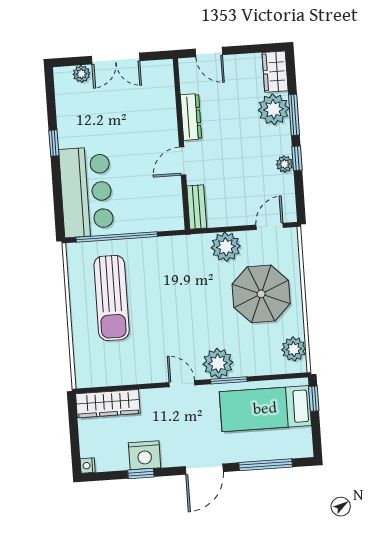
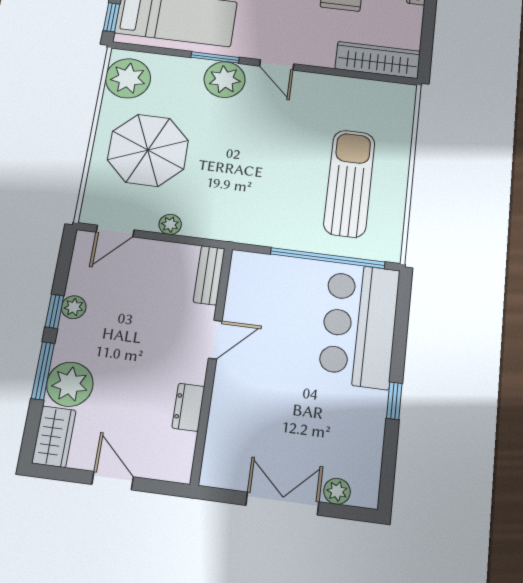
door: (209, 52) -> (113, 481), moved
dresser: (191, 117) -> (188, 407), width x0.70
plant: (226, 247) -> (170, 224), width x0.53, depth x0.53
plant: (294, 349) -> (128, 78), width x1.36, depth x1.36

